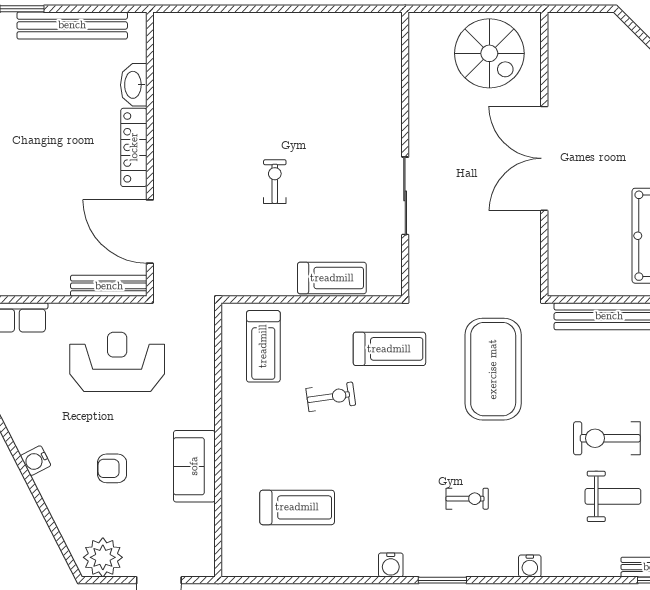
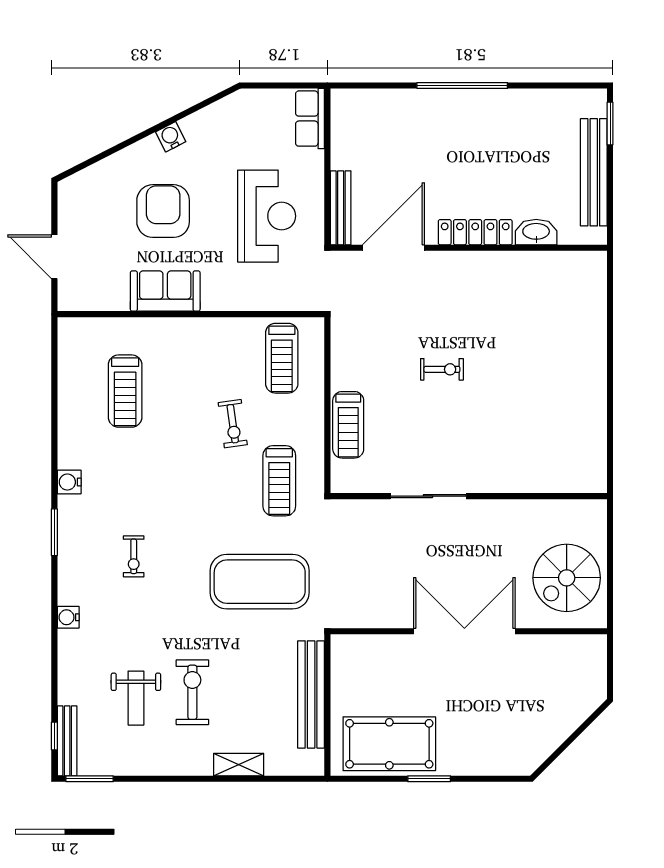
treadmill: (263, 346) -> (282, 358), turned -90
armchair: (112, 468) -> (163, 211), width x1.88, depth x1.88
plant: (103, 557) -> (77, 202), removed

